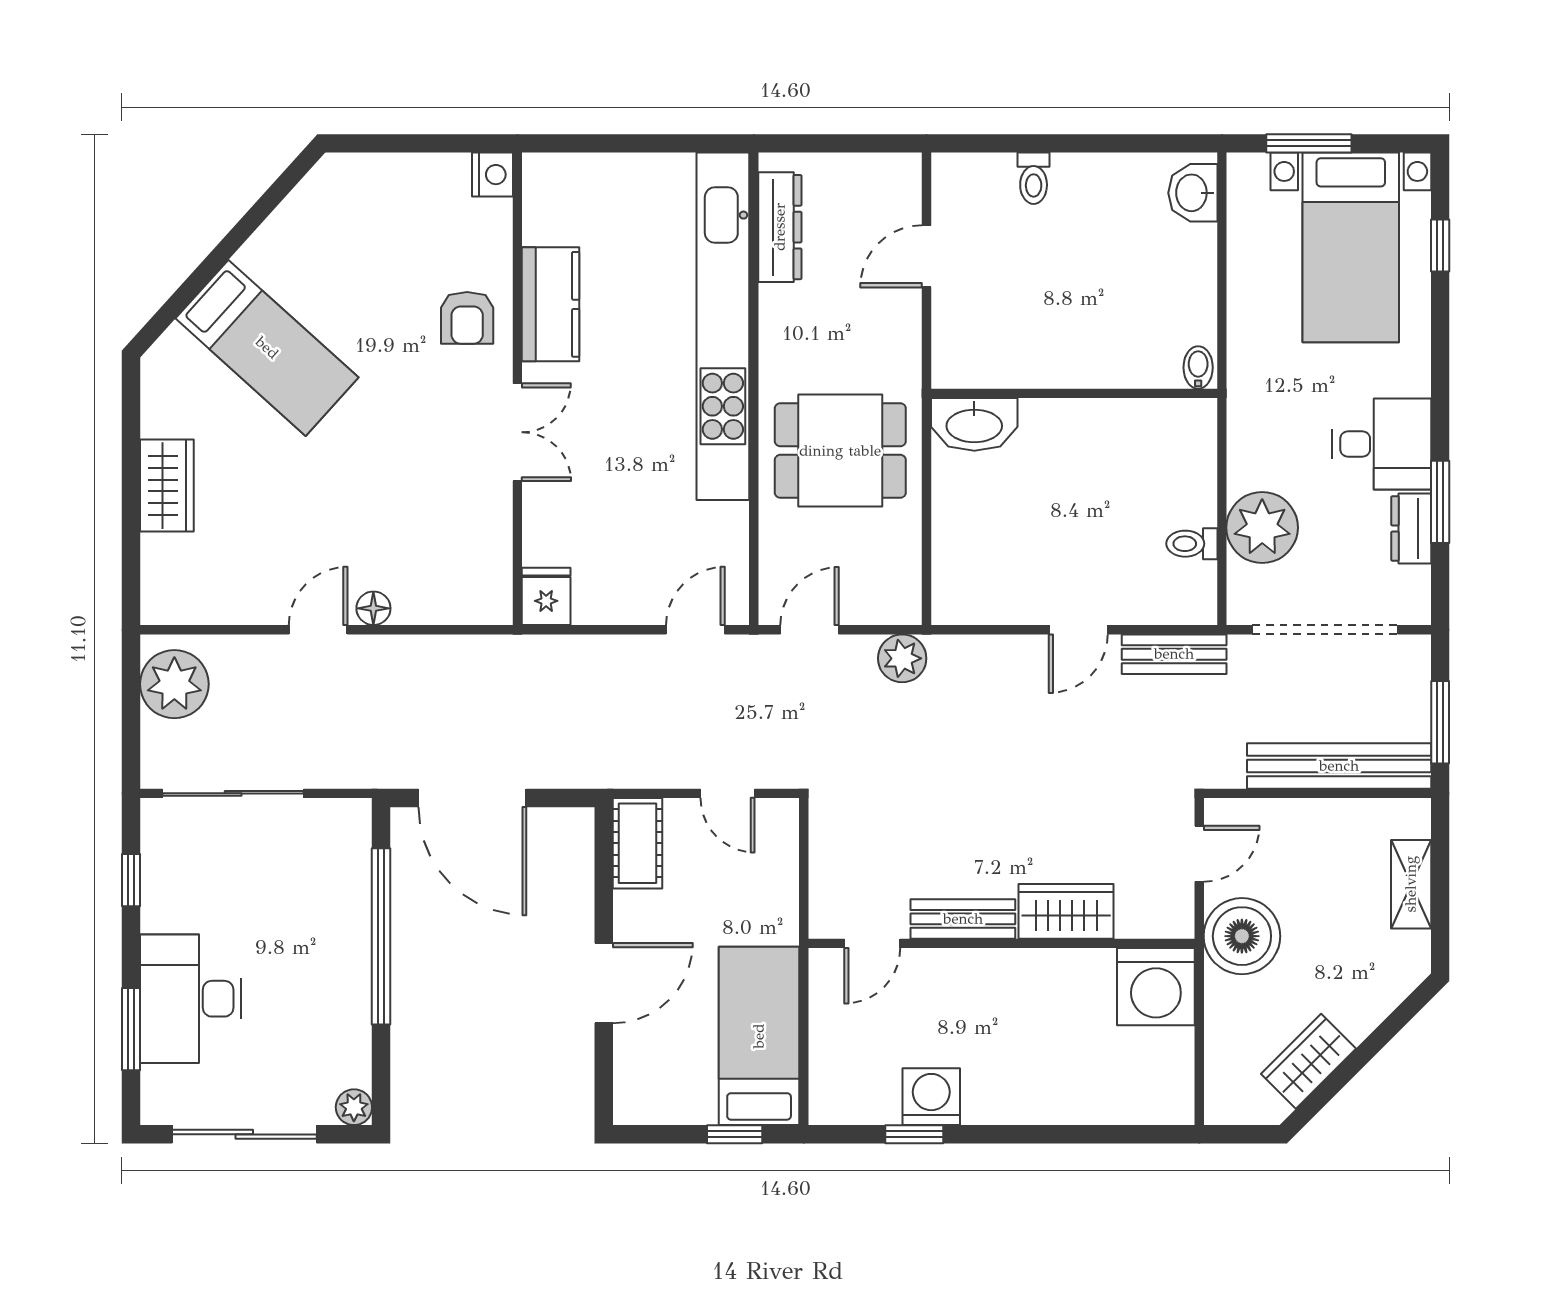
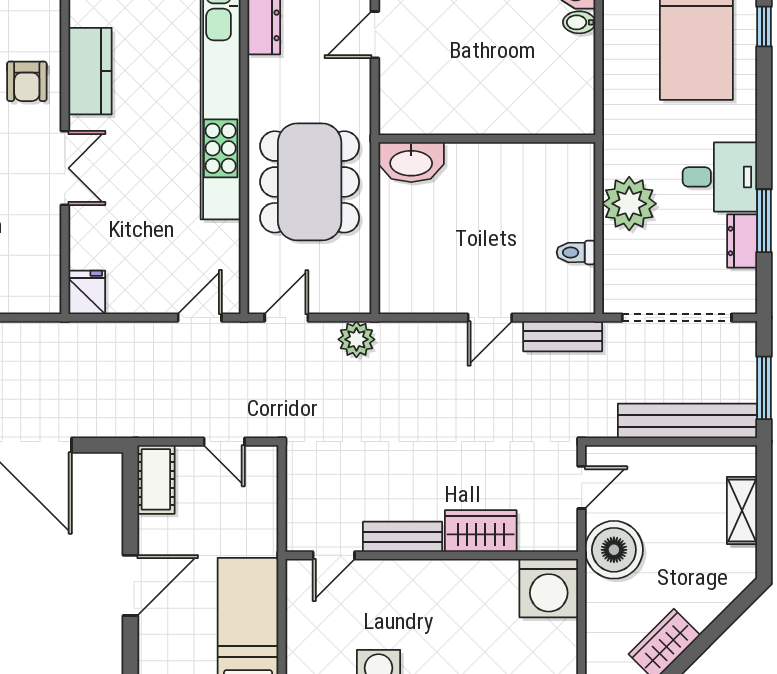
bidet: (1198, 367) -> (579, 22), moved, turned -90
dining table: (840, 451) -> (310, 182), width x1.37
plant: (1262, 528) -> (629, 204), moved

